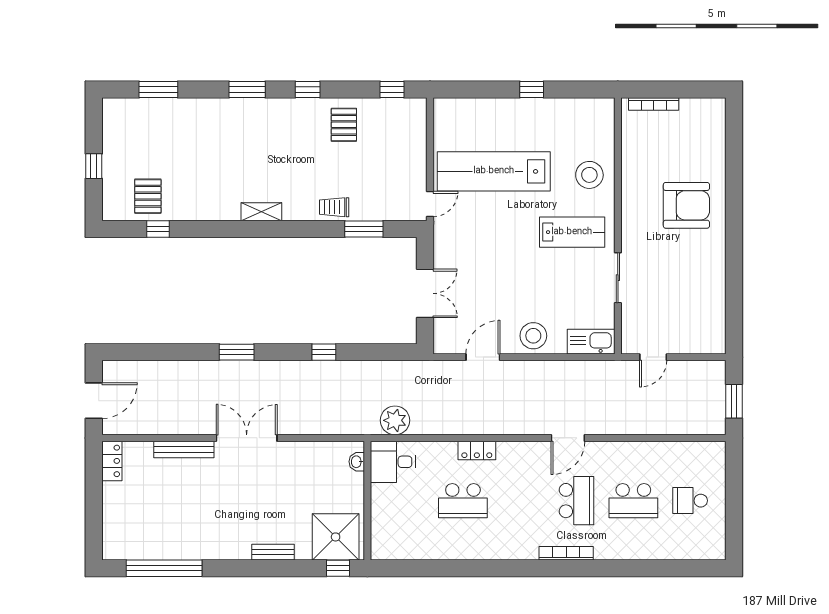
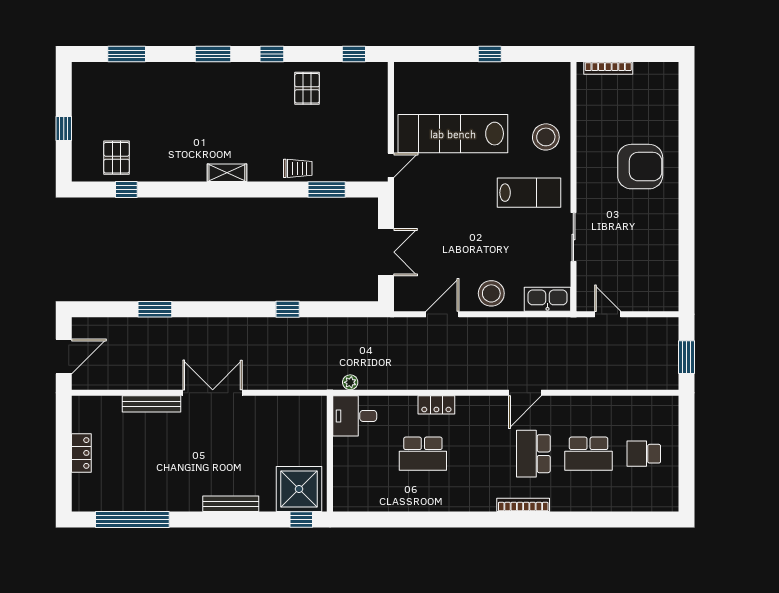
trolley: (334, 207) -> (298, 168), turned 180
window: (237, 352) -> (155, 309), moved
door: (653, 357) -> (608, 314), swing flipped
plant: (395, 420) -> (350, 382), width x0.53, depth x0.53
locker: (112, 461) -> (81, 453), moved
washbasin: (357, 462) -> (320, 416), removed
school desk: (577, 501) -> (533, 454), turned 180
bench: (273, 552) -> (231, 504), width x1.36

